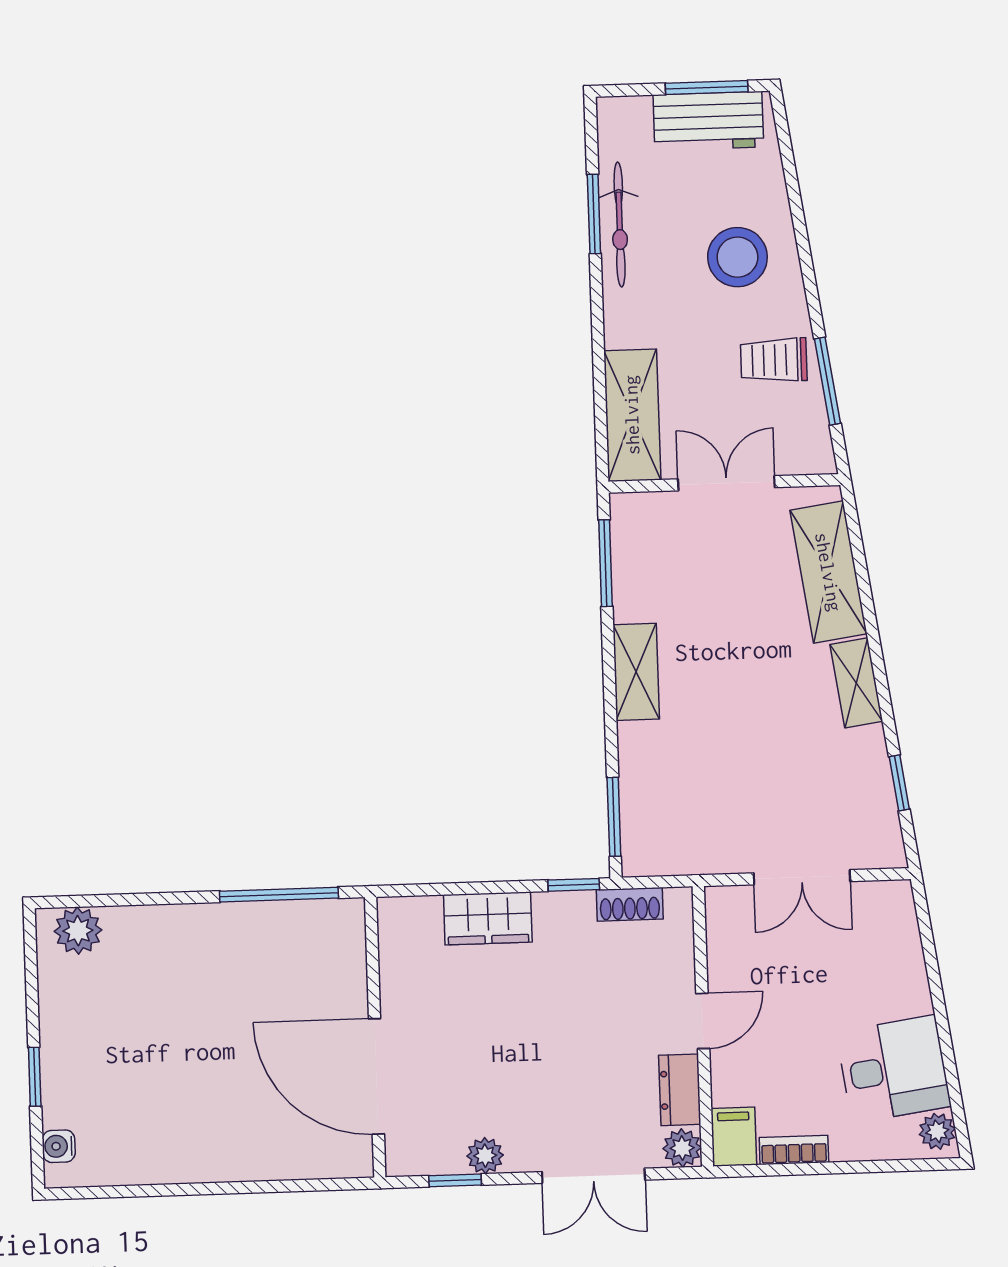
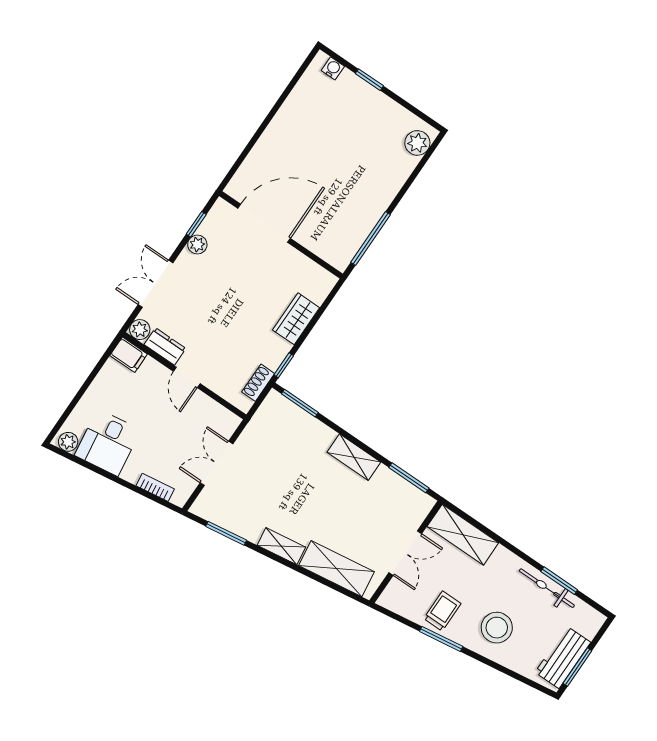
window: (827, 381) -> (441, 639), moved
window: (899, 783) -> (226, 533), width x1.50
bookcase: (794, 1150) -> (155, 487), moved, turned -98

